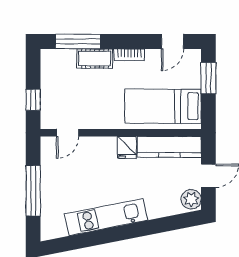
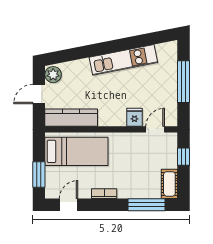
cot: (95, 59) -> (169, 184), moved, turned 90
fridge: (127, 147) -> (134, 117), moved

